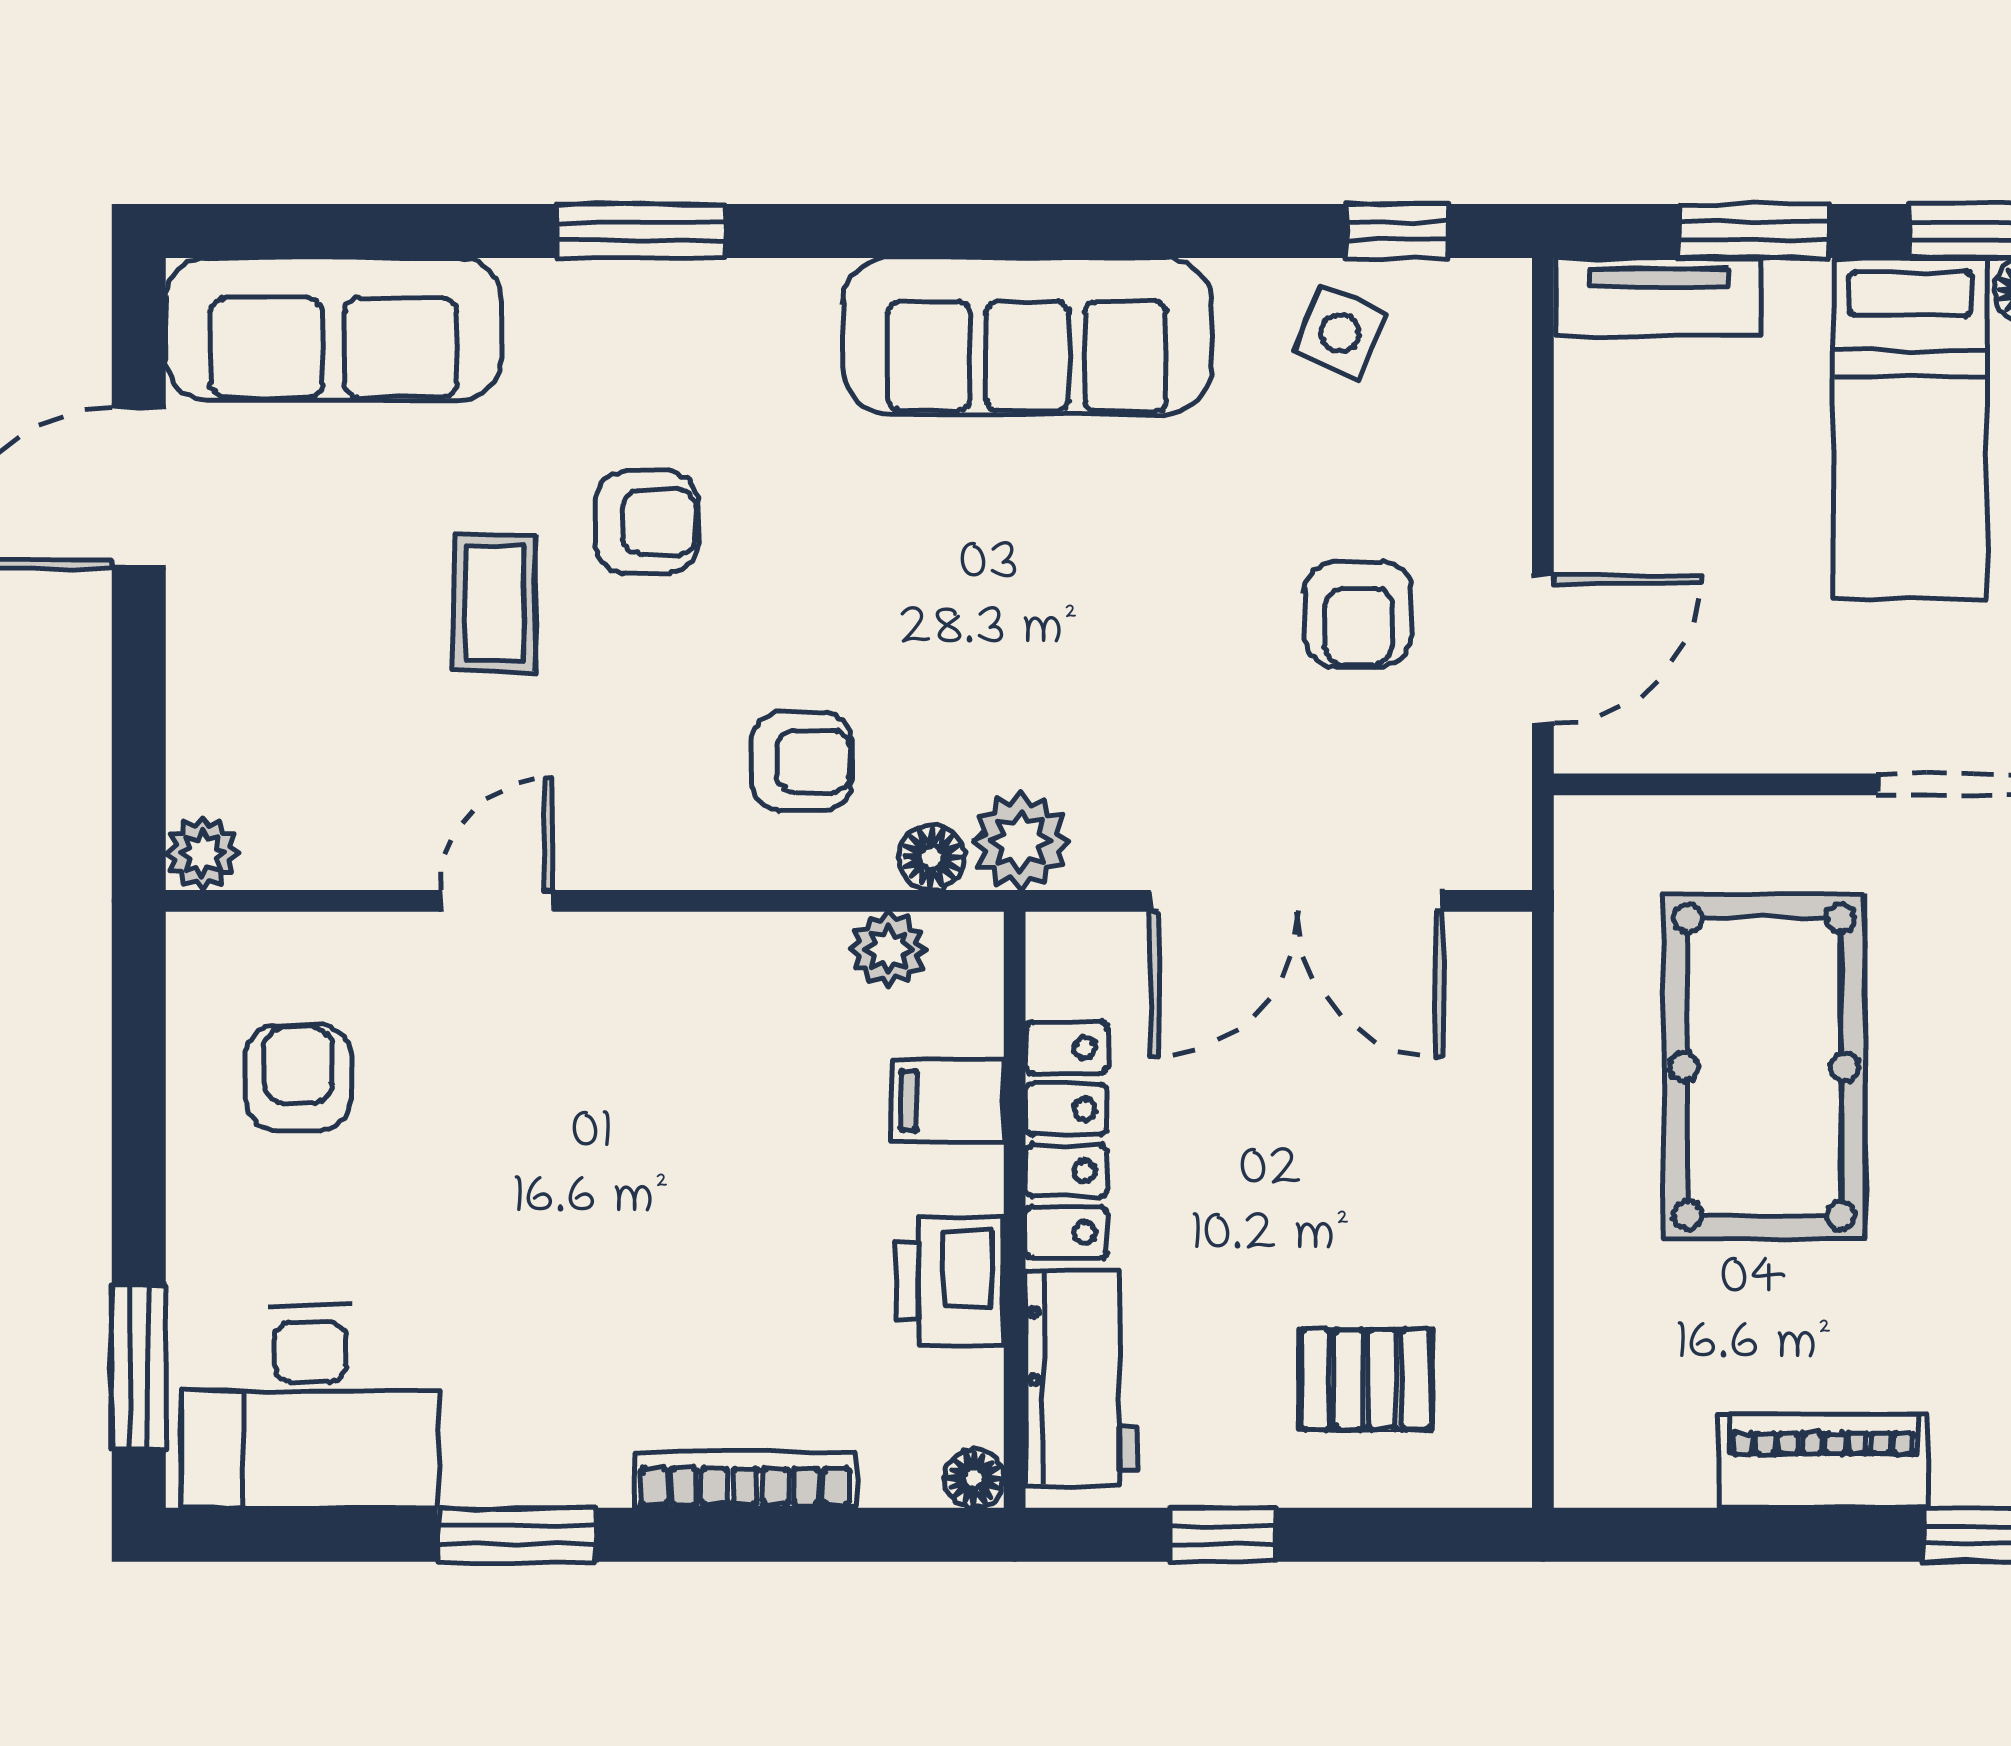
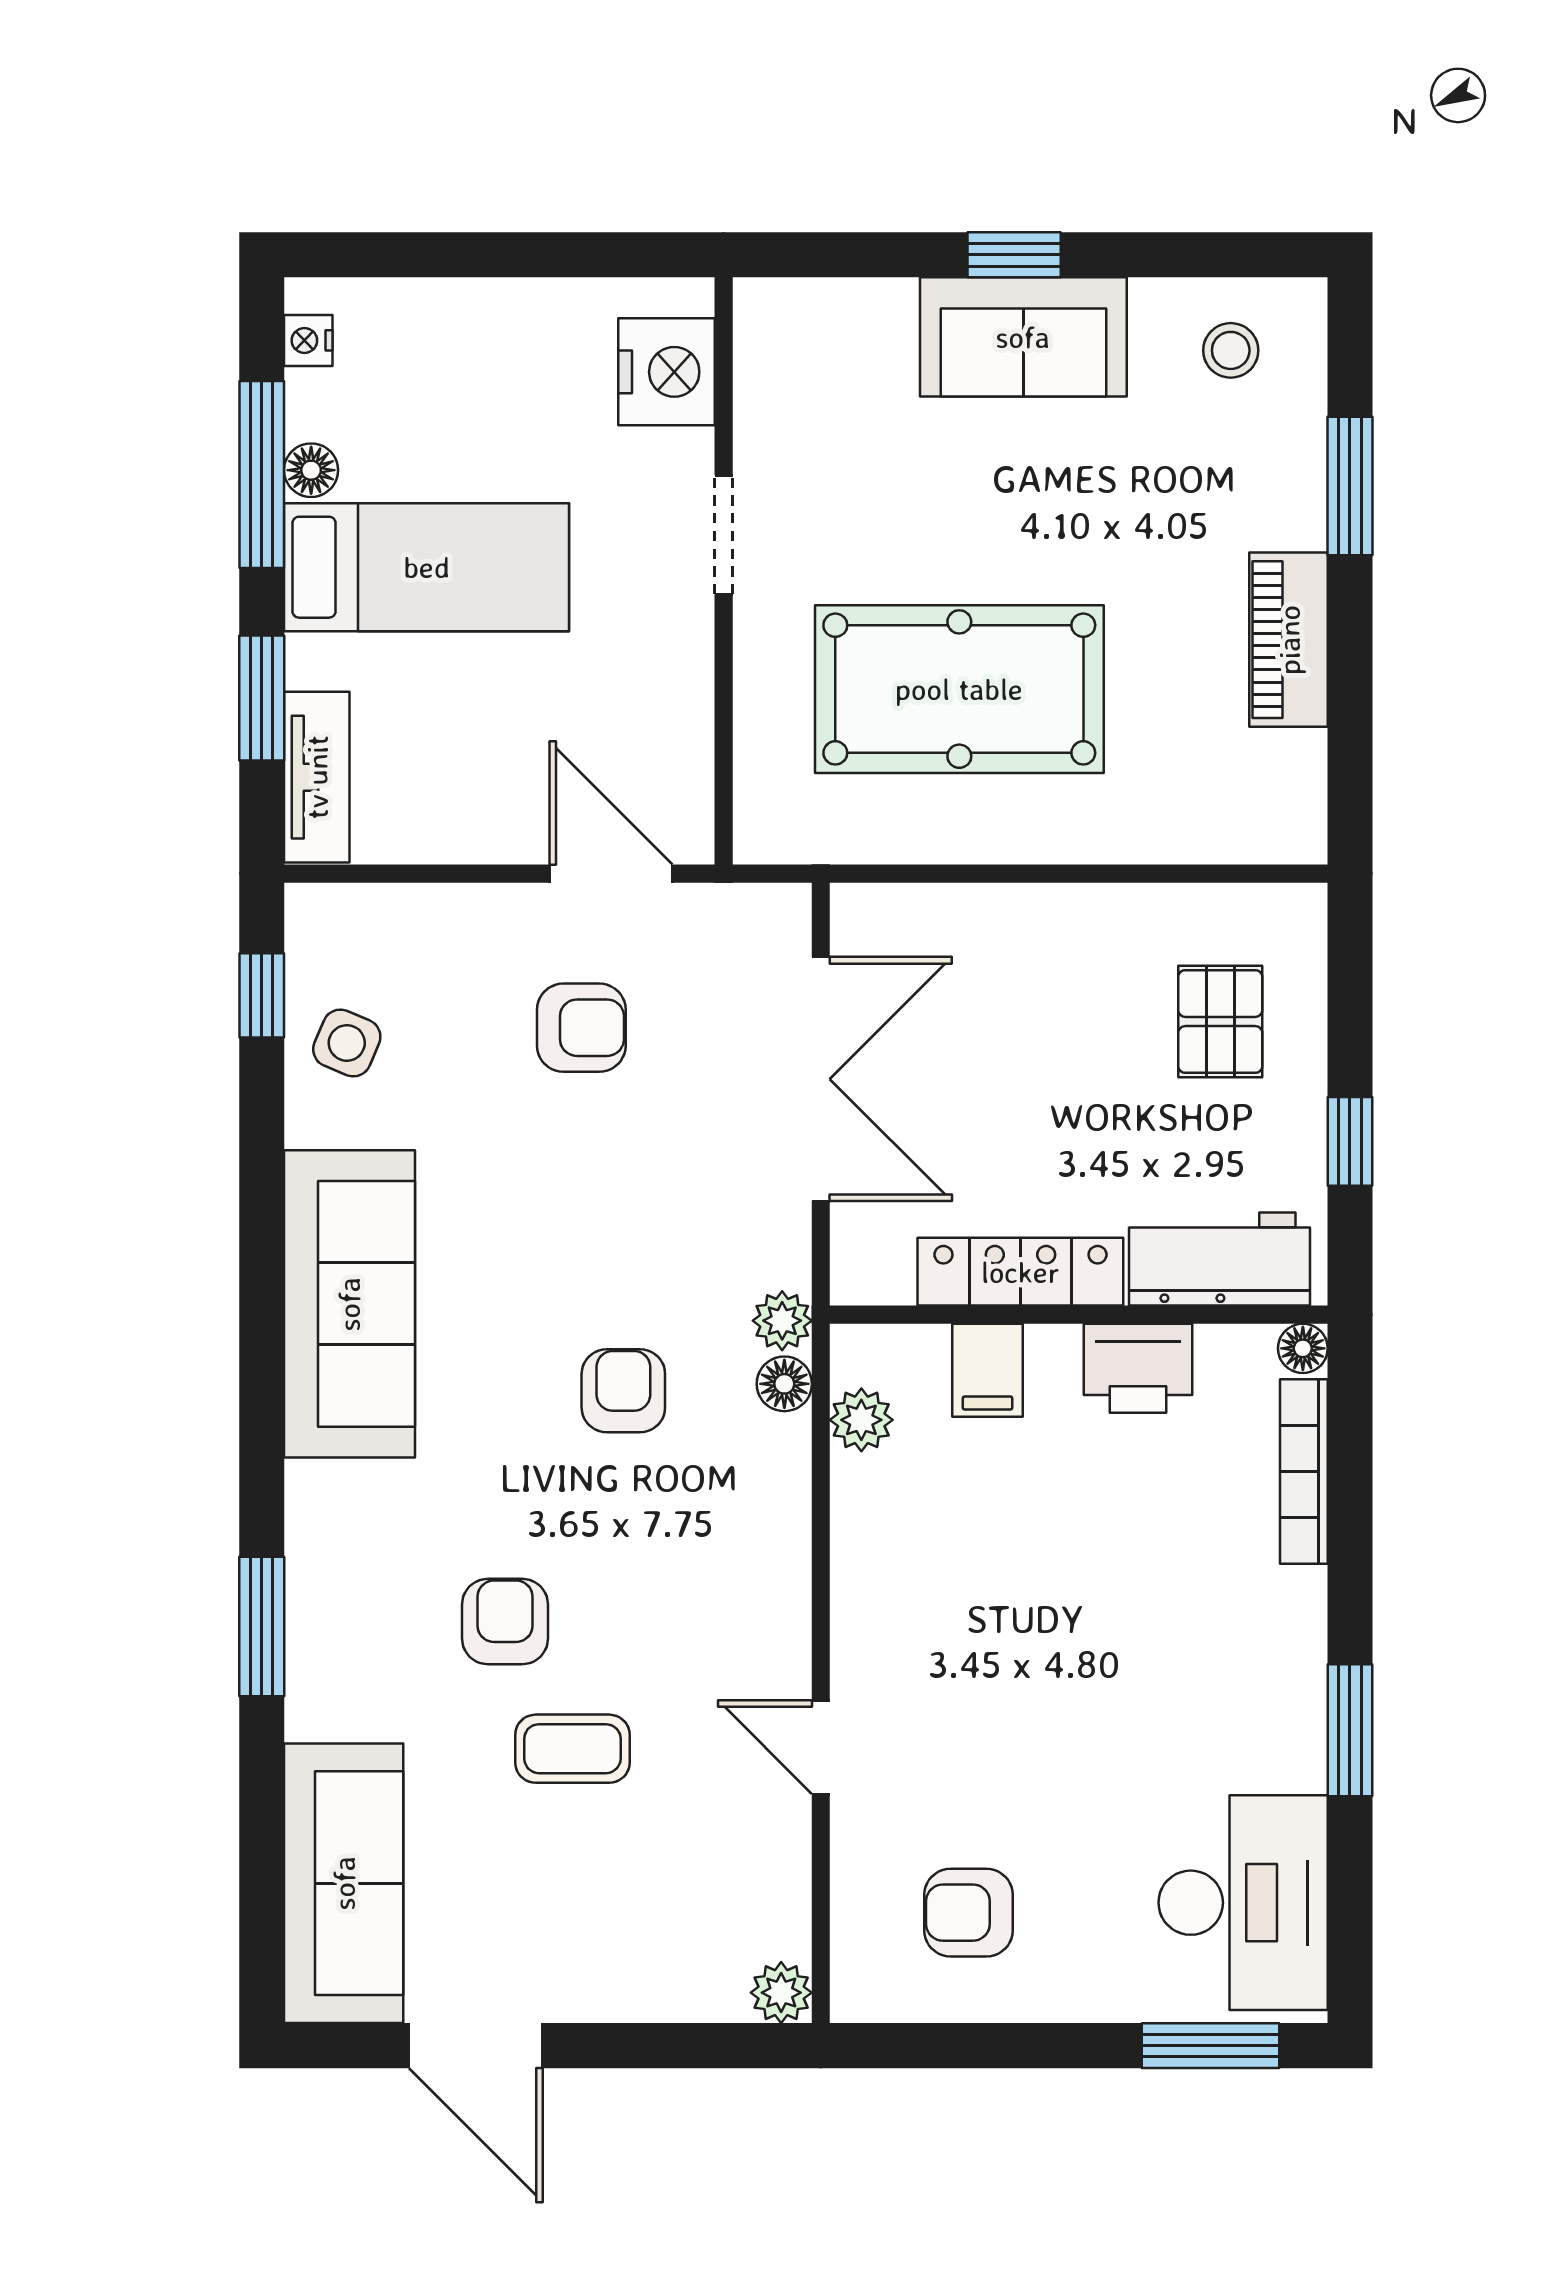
armchair: (802, 761) -> (623, 1391), moved
plant: (1021, 841) -> (782, 1321), width x0.73, depth x0.73
bookcase: (745, 1480) -> (1304, 1472), moved

